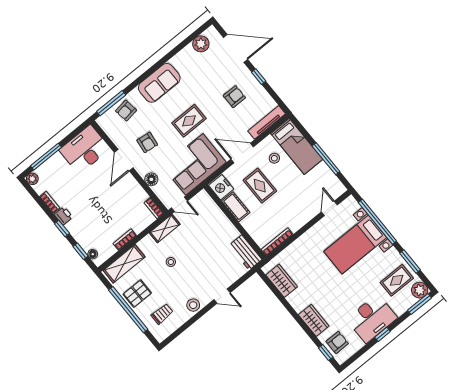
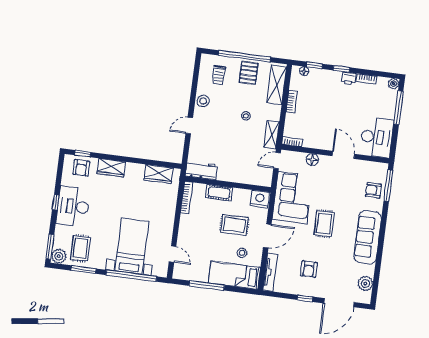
sofa: (159, 83) -> (368, 237), width x1.36
armchair: (126, 111) -> (373, 190), turned -82
armchair: (147, 142) -> (339, 182), removed
cot: (236, 207) -> (219, 193), moved

